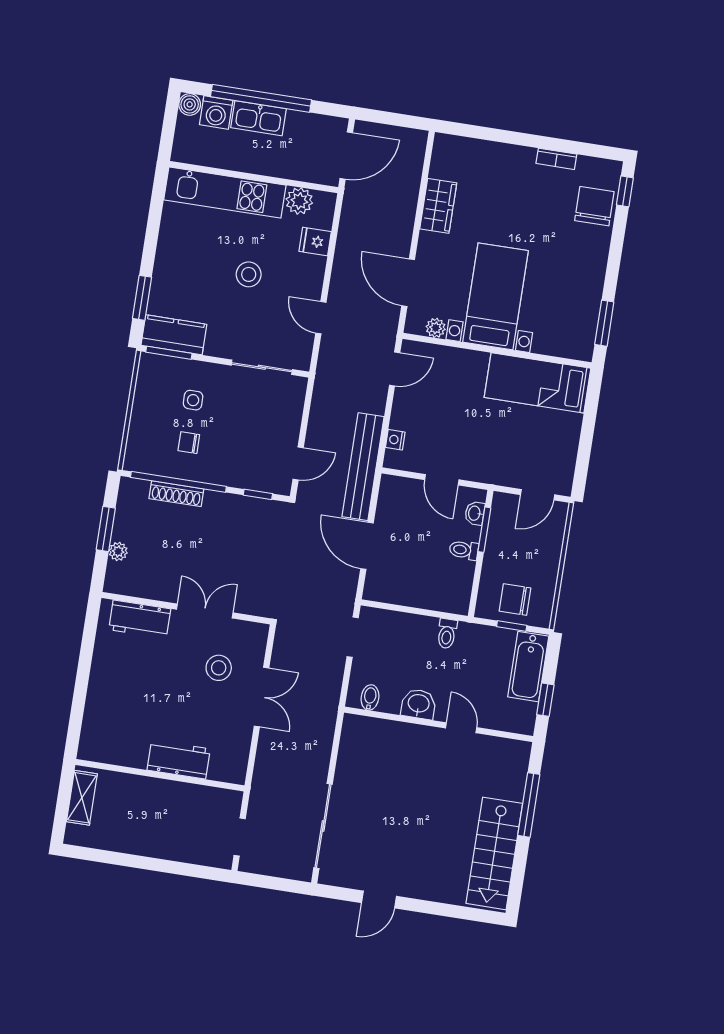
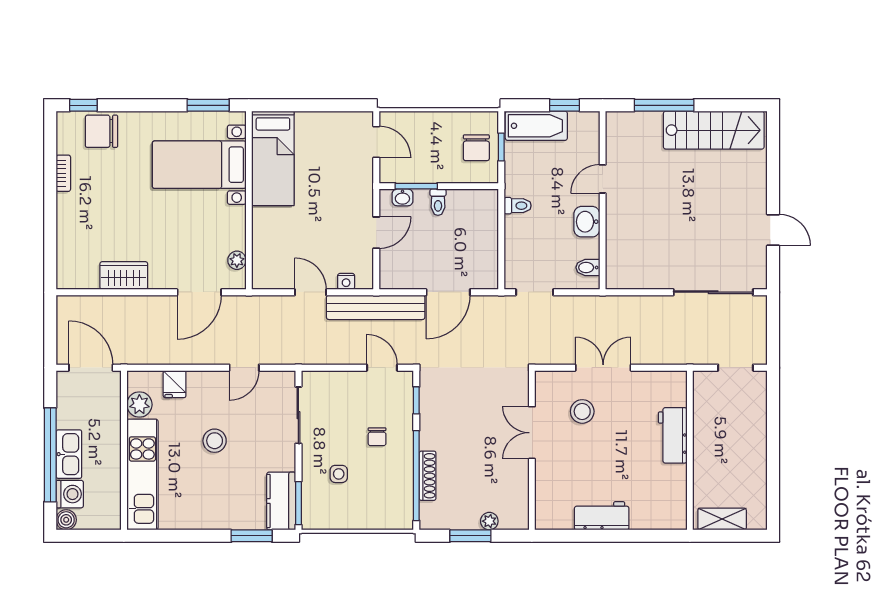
bed with nightstands: (495, 296) -> (199, 165), moved
door: (395, 369) -> (310, 292), moved
chair: (189, 443) -> (377, 437), moved
workbench: (140, 619) -> (602, 516), moved, turned -90

